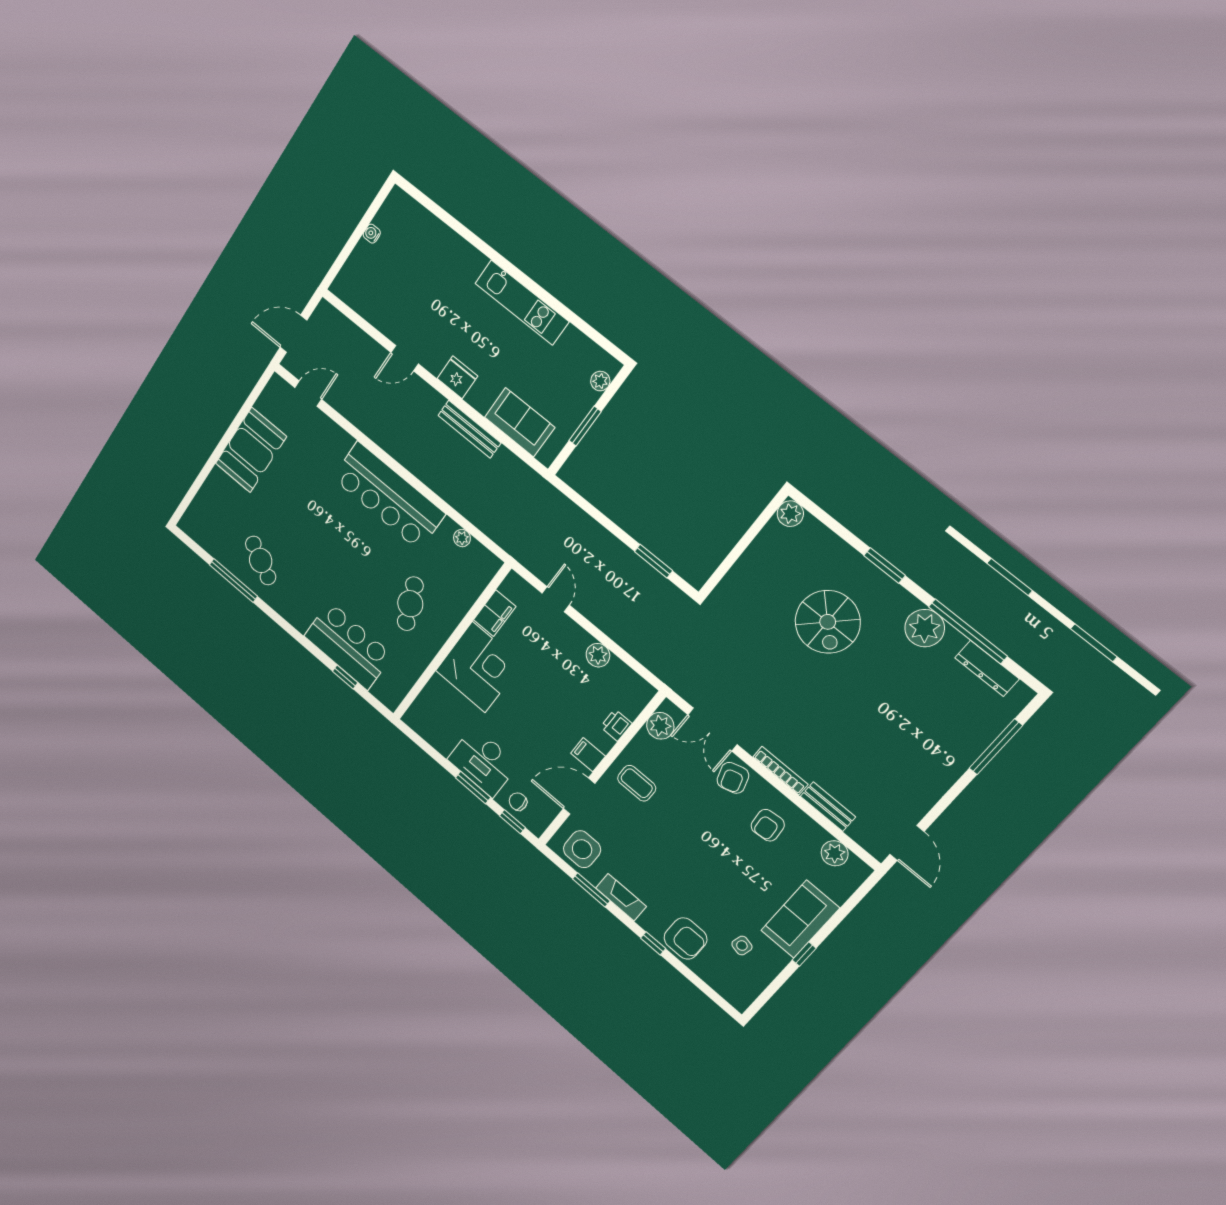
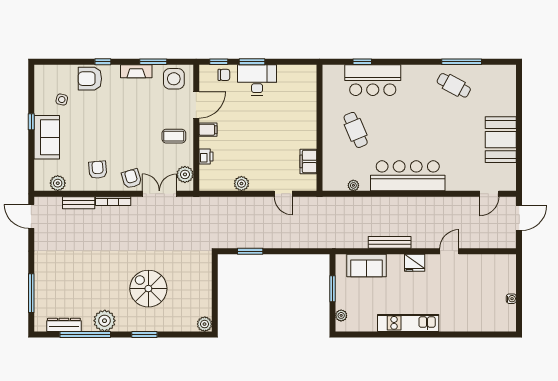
corner desk: (479, 667) -> (296, 127), removed

